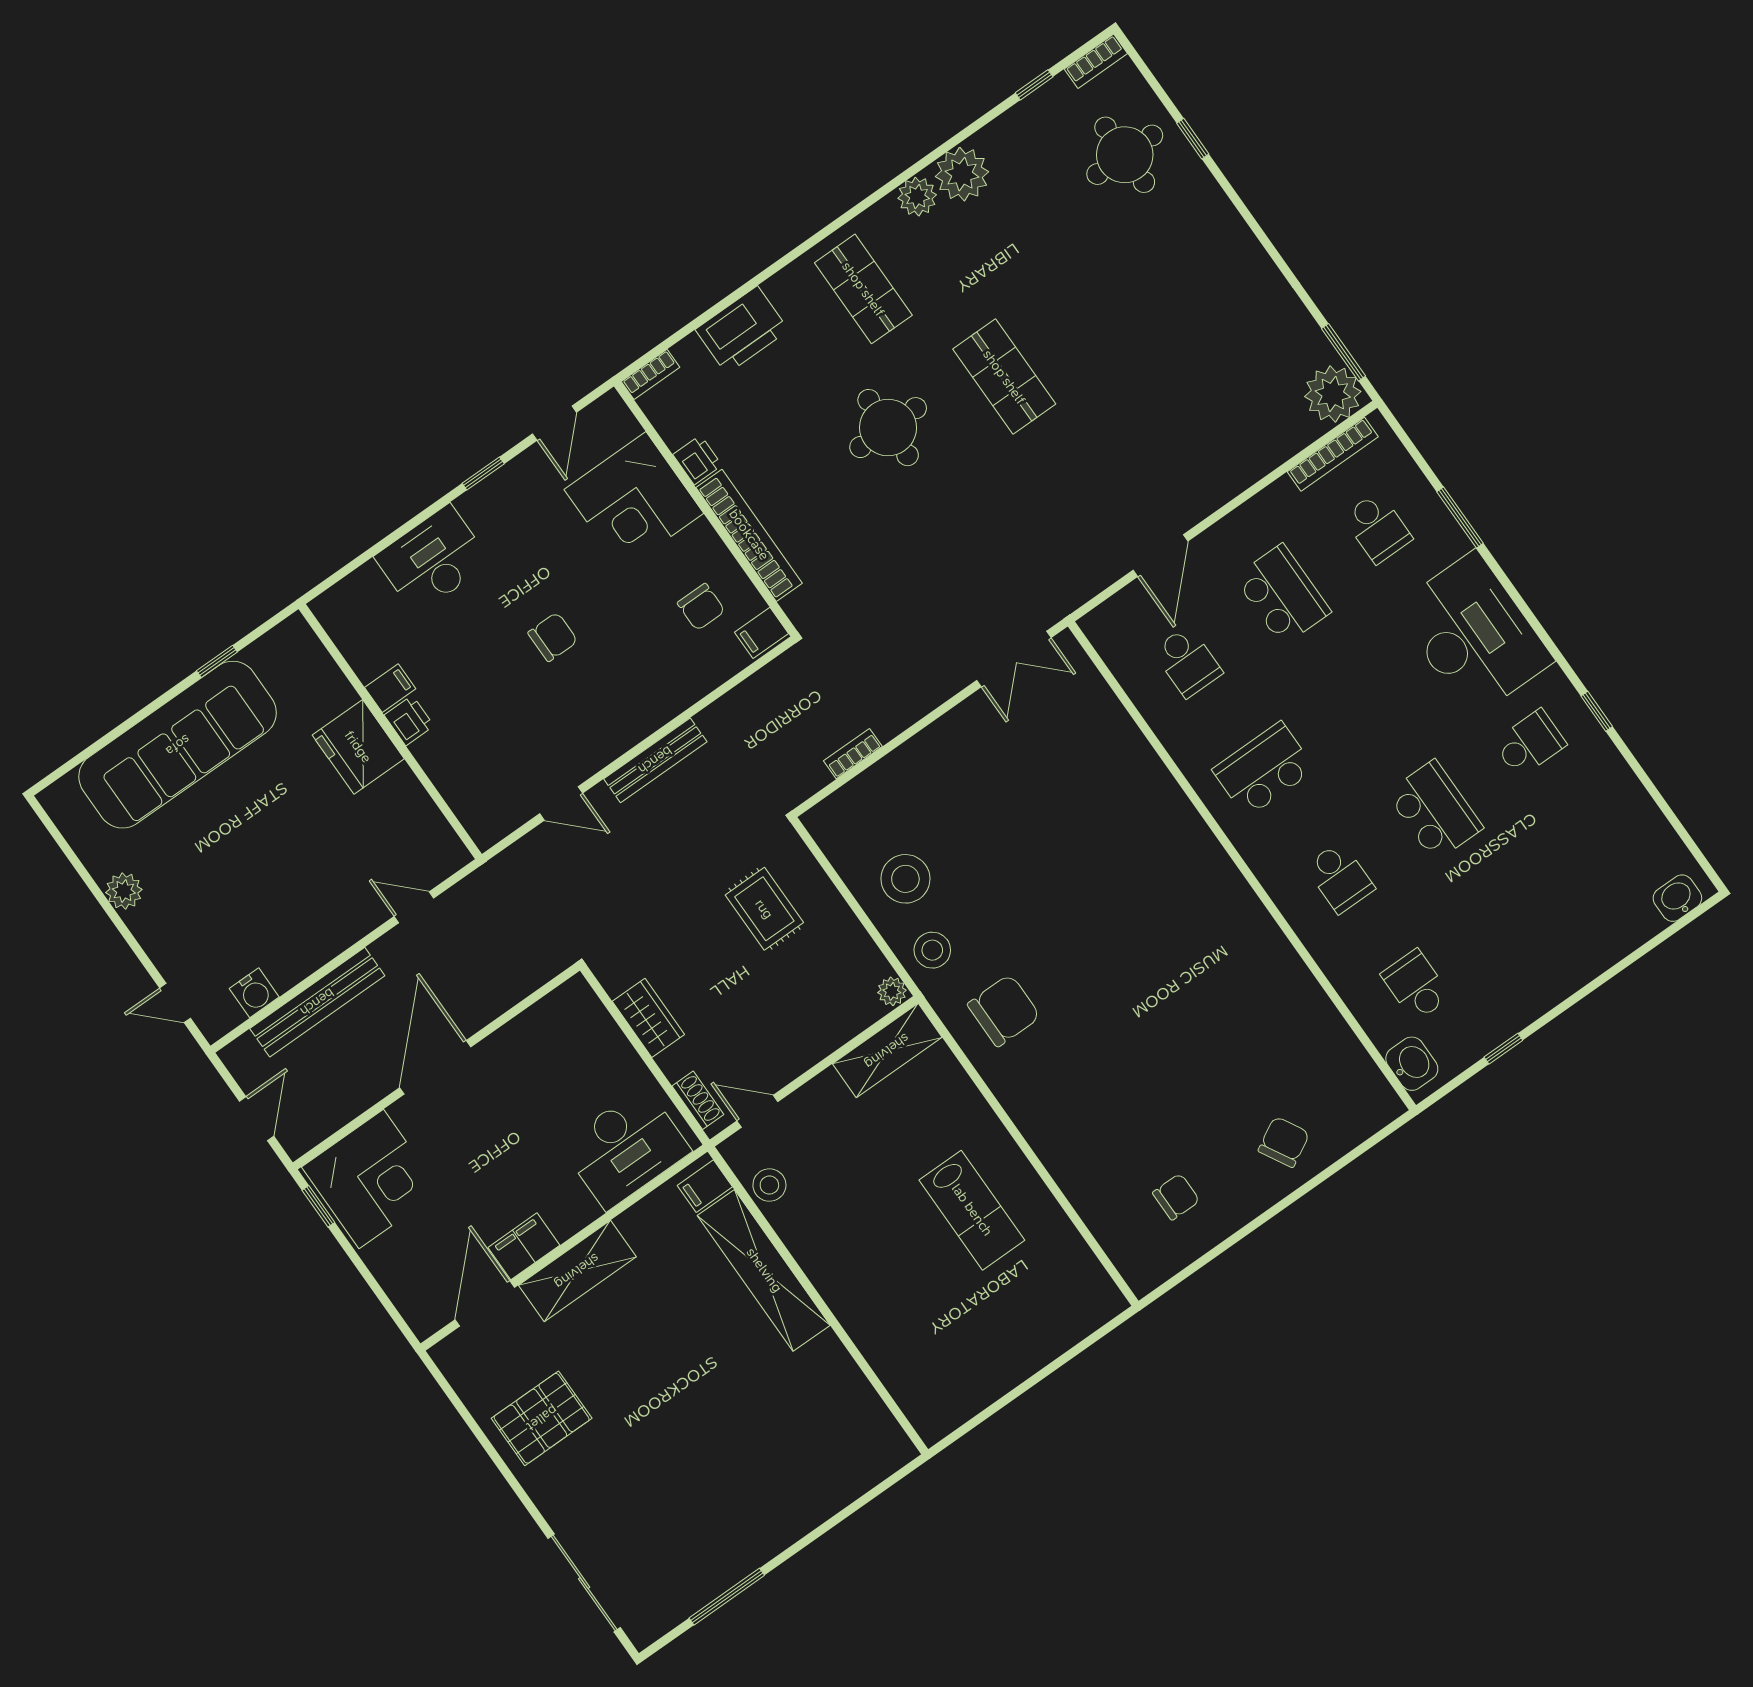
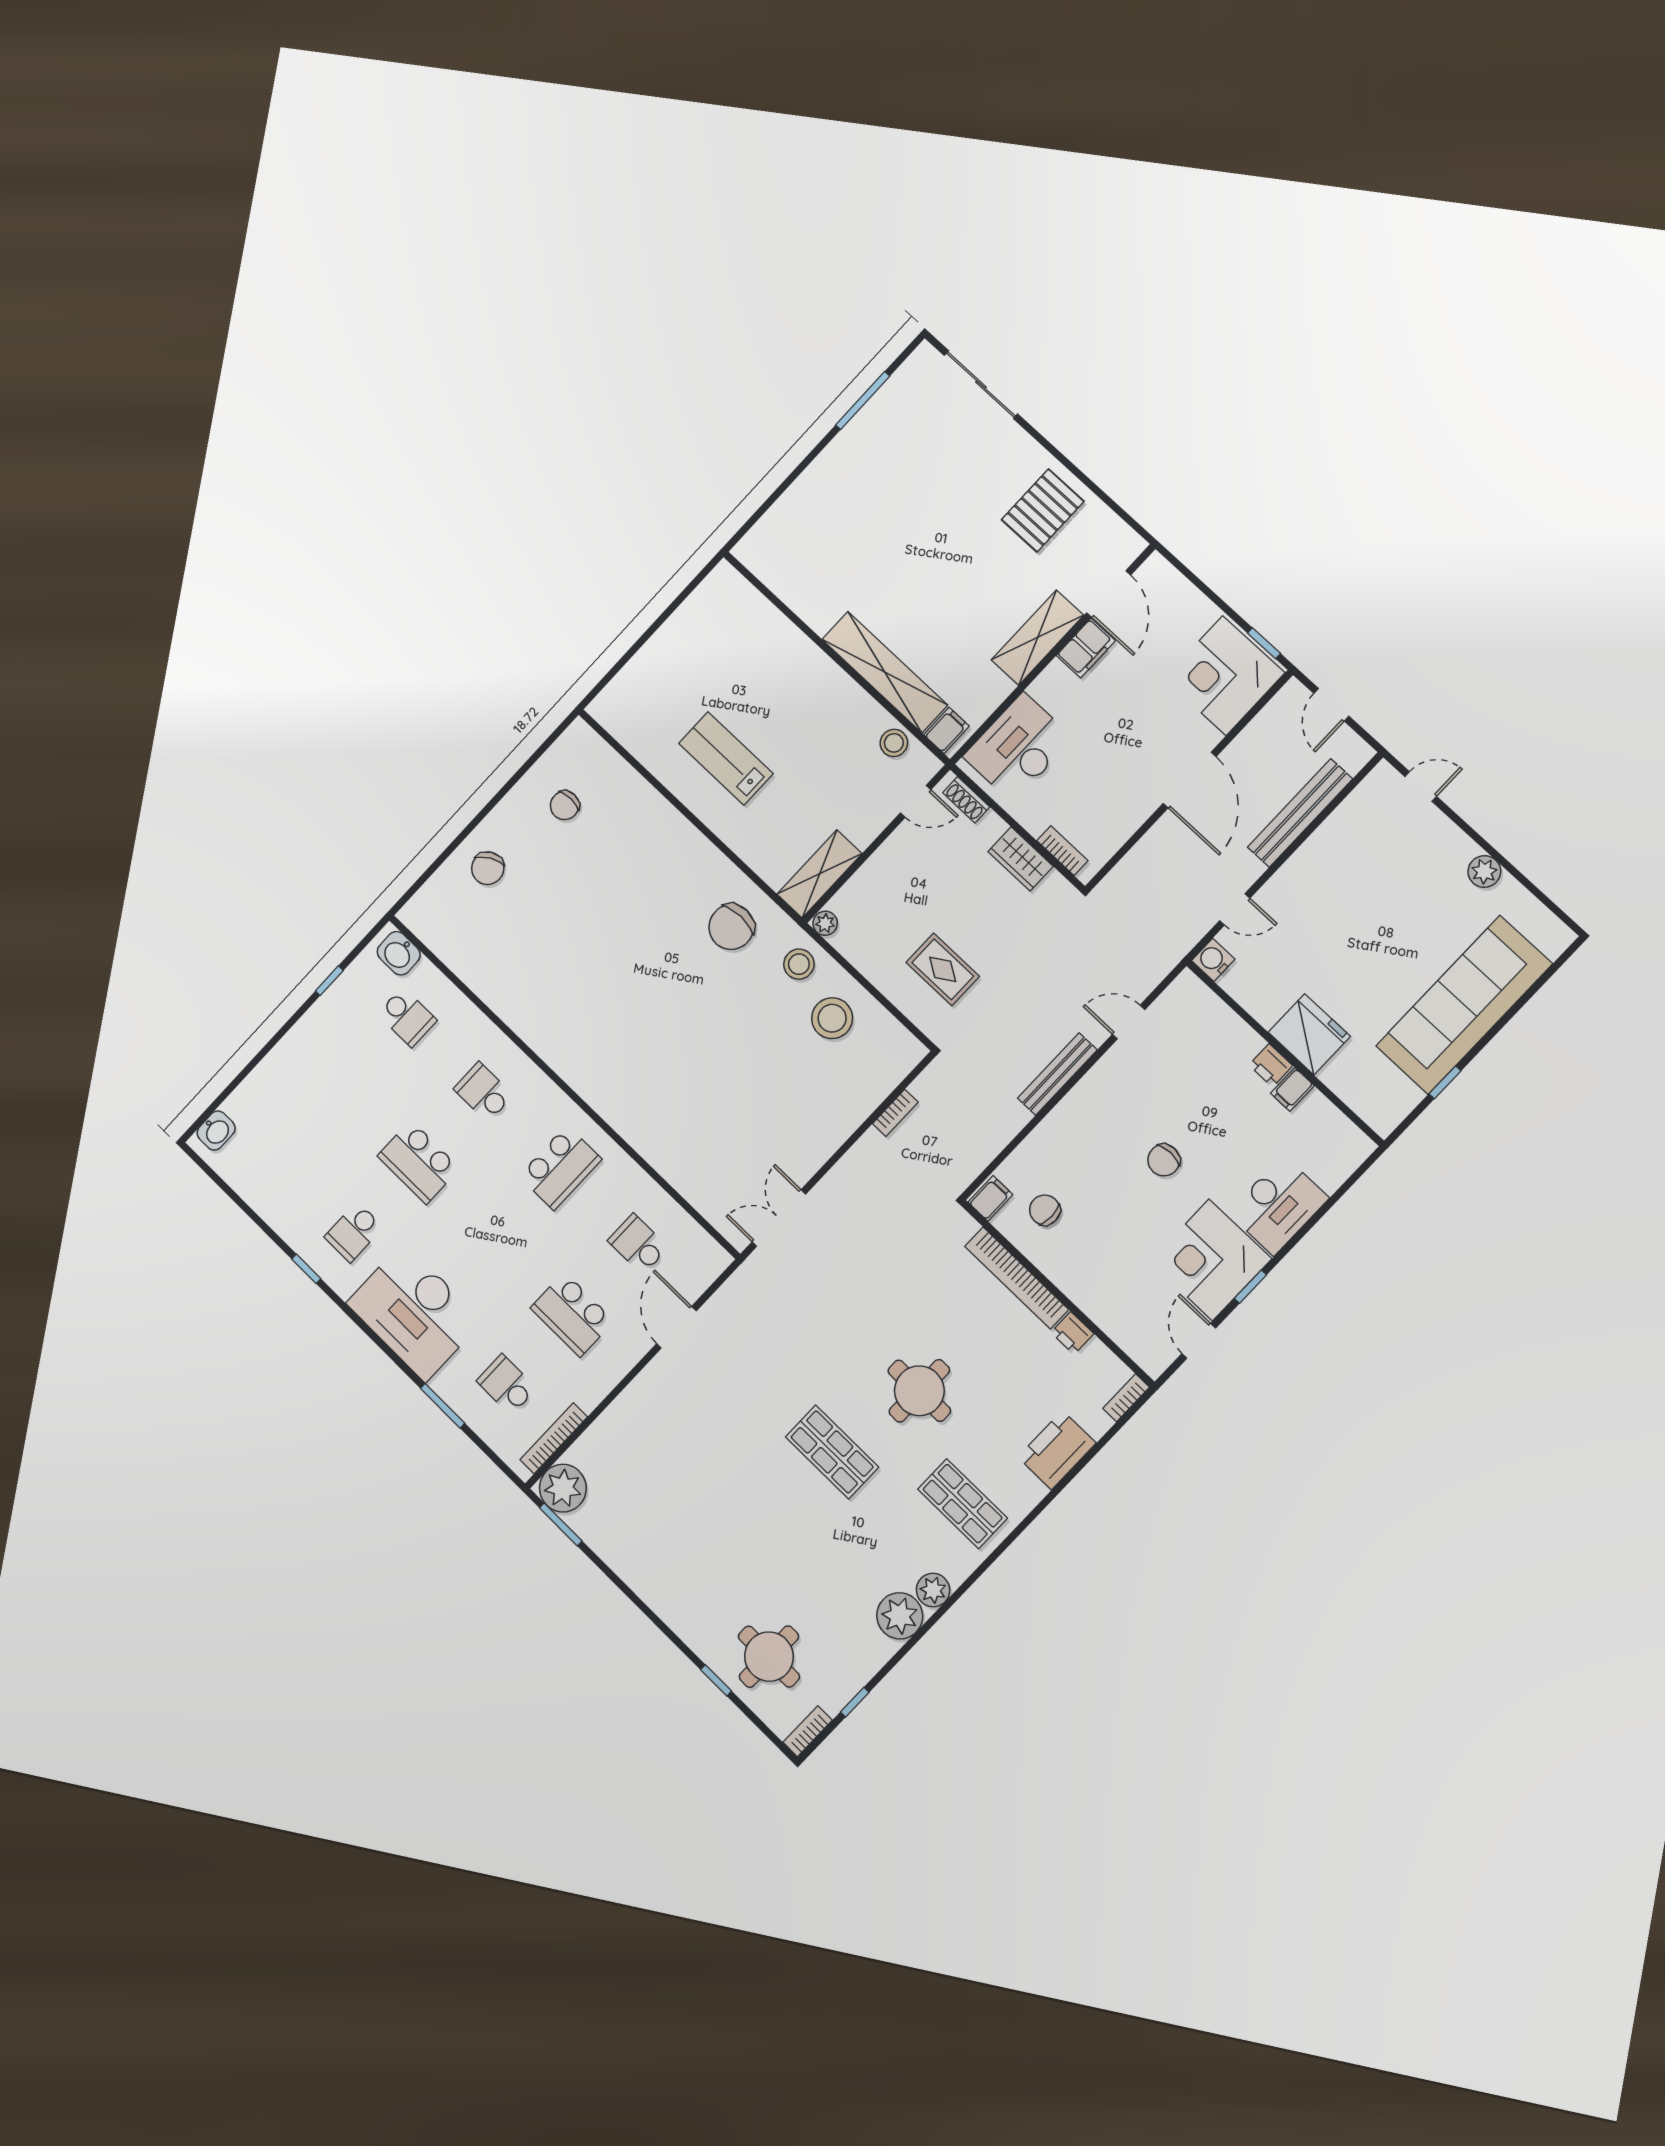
corner desk: (634, 501) -> (1211, 1260), moved, turned -90
water cooler: (254, 993) -> (1213, 960), moved
bookcase: (598, 1017) -> (1062, 851), added

